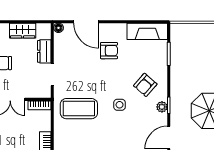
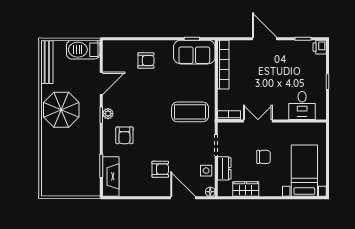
fireplace: (147, 31) -> (111, 176), moved, turned 90
armchair: (109, 51) -> (160, 169), turned 180
armchair: (145, 85) -> (124, 135), turned 139
side table: (120, 105) -> (206, 171), moved

